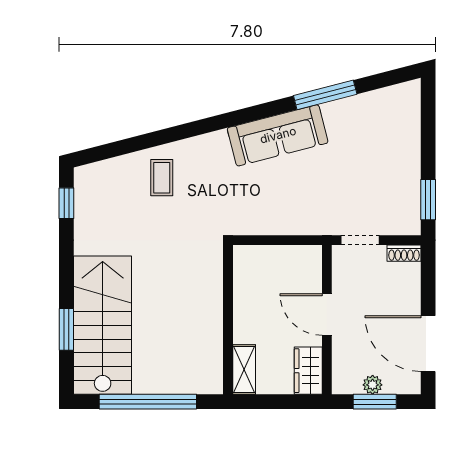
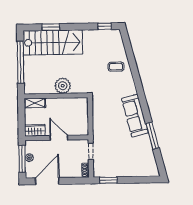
plant: (205, 304) -> (63, 86), added
door: (327, 315) -> (59, 138), hinge flipped
window: (375, 402) -> (22, 159), width x1.44

